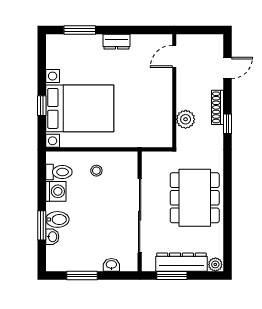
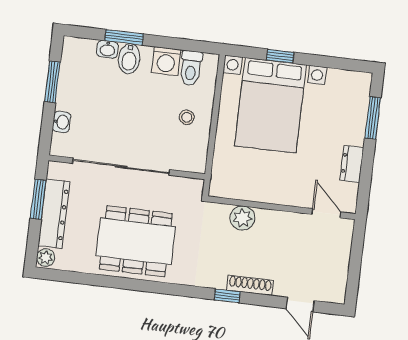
door: (174, 56) -> (326, 213), moved
wall: (174, 91) -> (281, 208), moved
plant: (186, 119) -> (242, 218), moved

